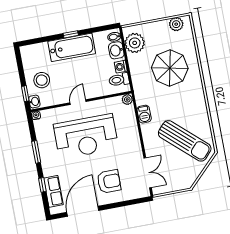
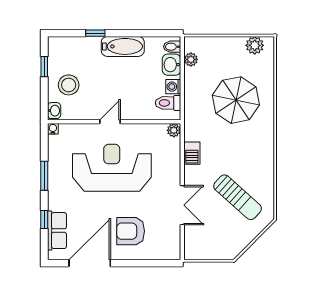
window: (71, 34) -> (95, 33), moved
plant: (135, 43) -> (191, 59), width x0.53, depth x0.53
bathtub: (72, 47) -> (123, 46), width x0.73, depth x0.73
window: (25, 94) -> (44, 67), moved
reception desk: (86, 136) -> (112, 168), turned 180
sun lounger: (185, 141) -> (238, 197), width x0.73, depth x0.75
double door: (148, 173) -> (182, 205), moved
armchair: (109, 181) -> (131, 231), turned 180

